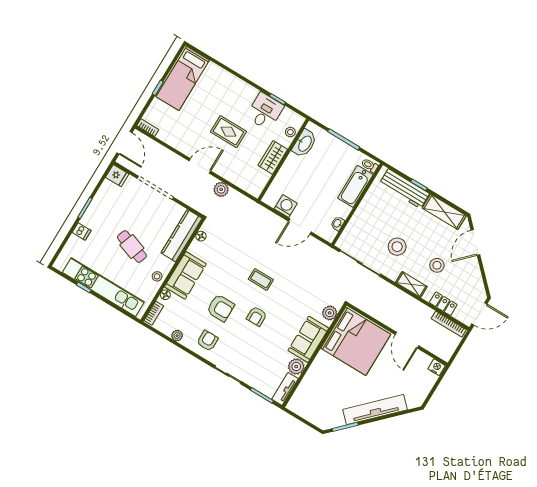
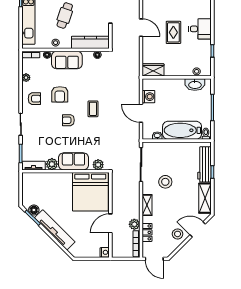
desk: (265, 111) -> (200, 29), moved
wardrobe: (273, 157) -> (153, 70), moved
bathtub: (355, 186) -> (182, 130), width x1.36, depth x1.36
plant: (221, 189) -> (134, 224), moved
stool: (437, 265) -> (178, 234), moved
floor lamp: (337, 420) -> (34, 210), added

